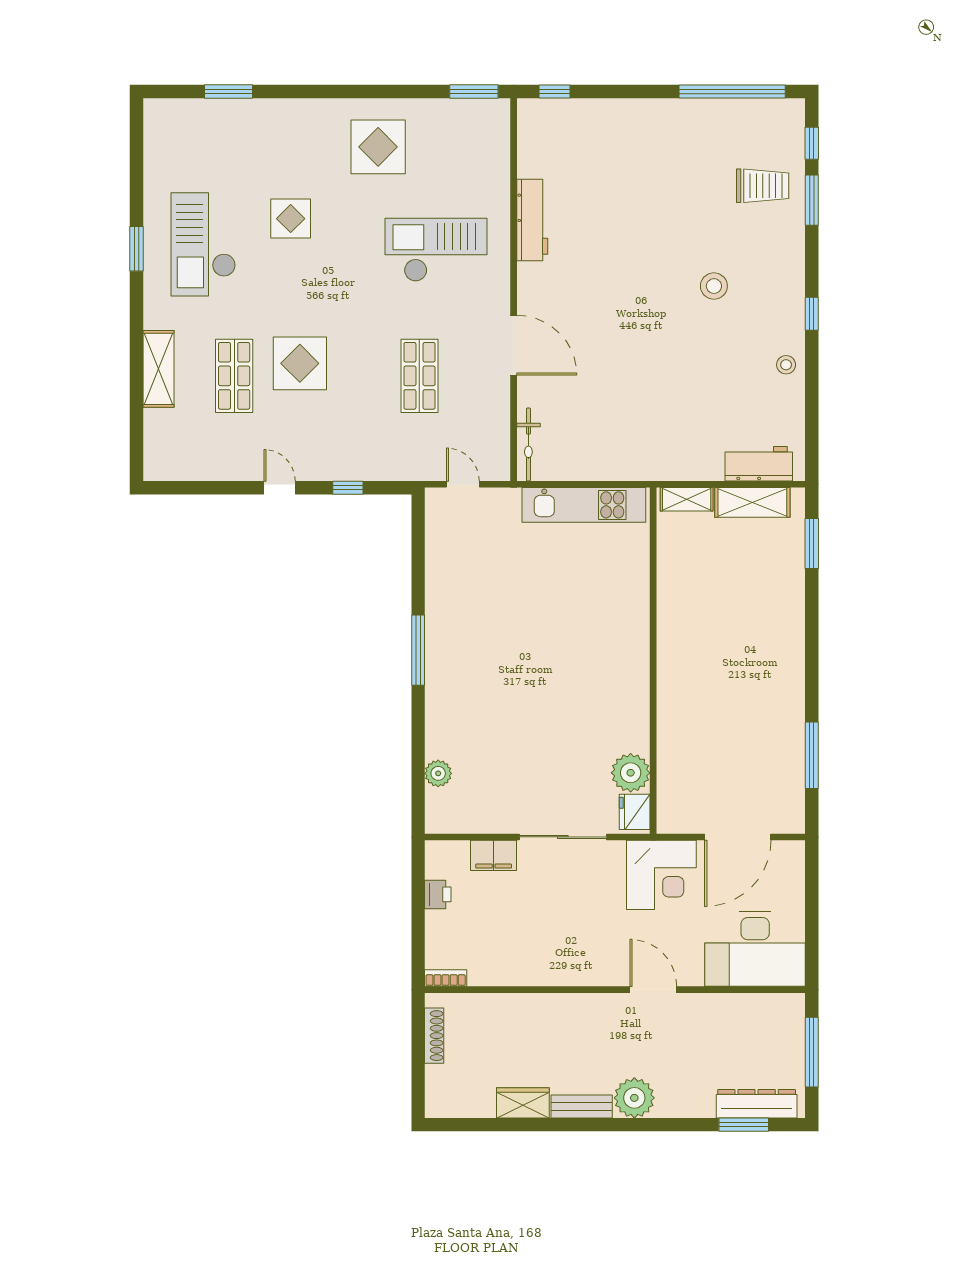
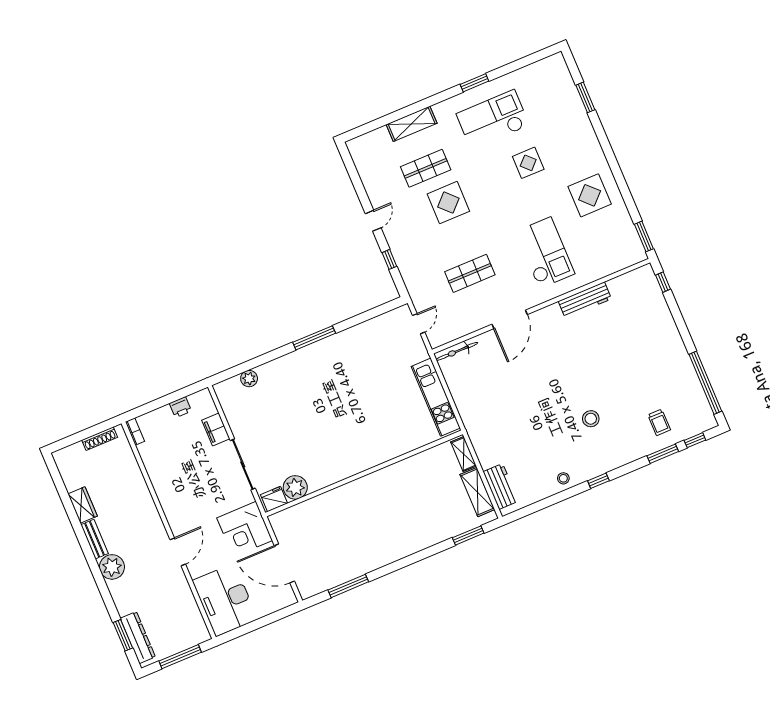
trolley: (763, 186) -> (659, 422), width x0.73, depth x0.72

